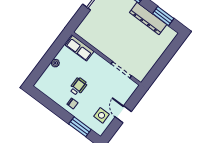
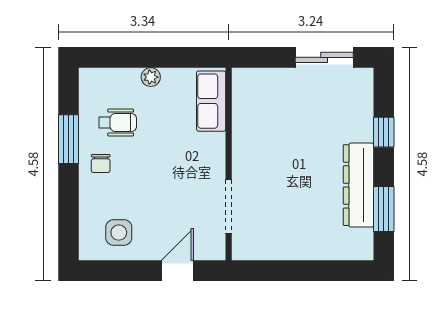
wheelchair: (78, 86) -> (118, 123), moved
door: (123, 114) -> (177, 271), moved
window: (80, 127) -> (69, 139), moved

